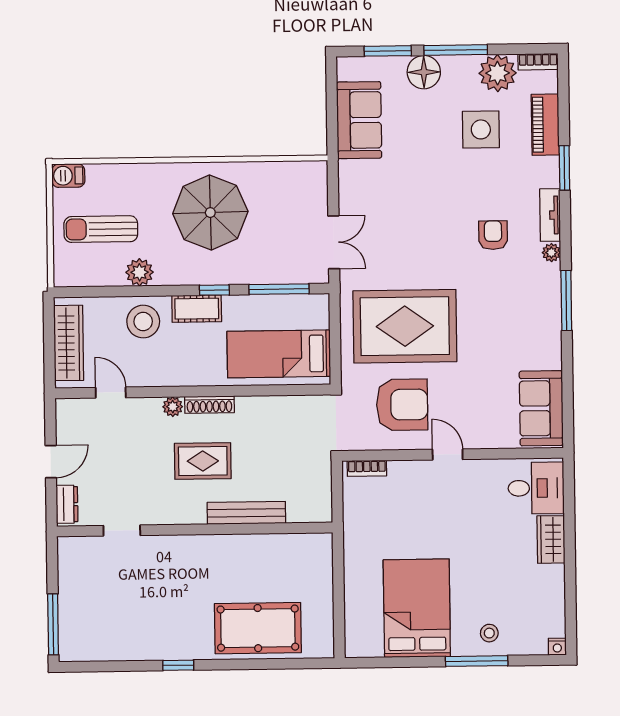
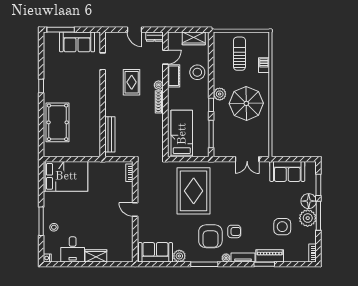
plant: (498, 73) -> (308, 218), moved
piano: (545, 125) -> (270, 256), moved
barbecue: (68, 176) -> (264, 65), moved
double door: (334, 242) -> (247, 159), moved
plant: (140, 272) -> (220, 94), moved
cot: (197, 309) -> (174, 76), moved
wardrobe: (69, 343) -> (194, 38), width x0.67
plant: (549, 356) -> (179, 256), added
armchair: (402, 405) -> (210, 236), moved
door: (448, 454) -> (135, 209), swing flipped
rug: (203, 461) -> (132, 82), moved
desk: (536, 488) -> (73, 249), moved
dresser: (67, 504) -> (154, 37), moved
bench: (246, 513) -> (110, 134), moved
sofa: (80, 588) -> (77, 42), added
bed: (417, 608) -> (66, 176), moved

